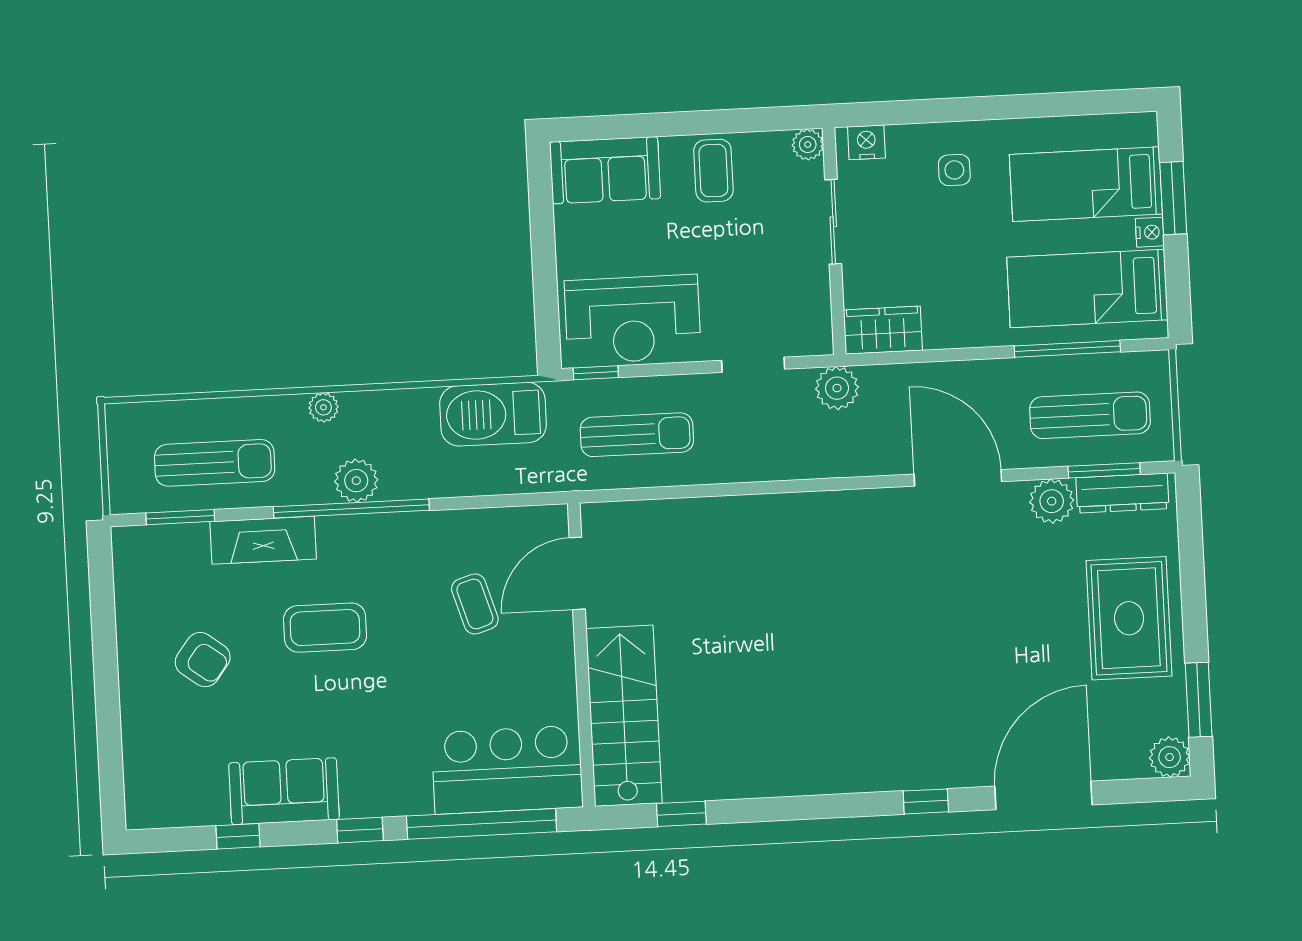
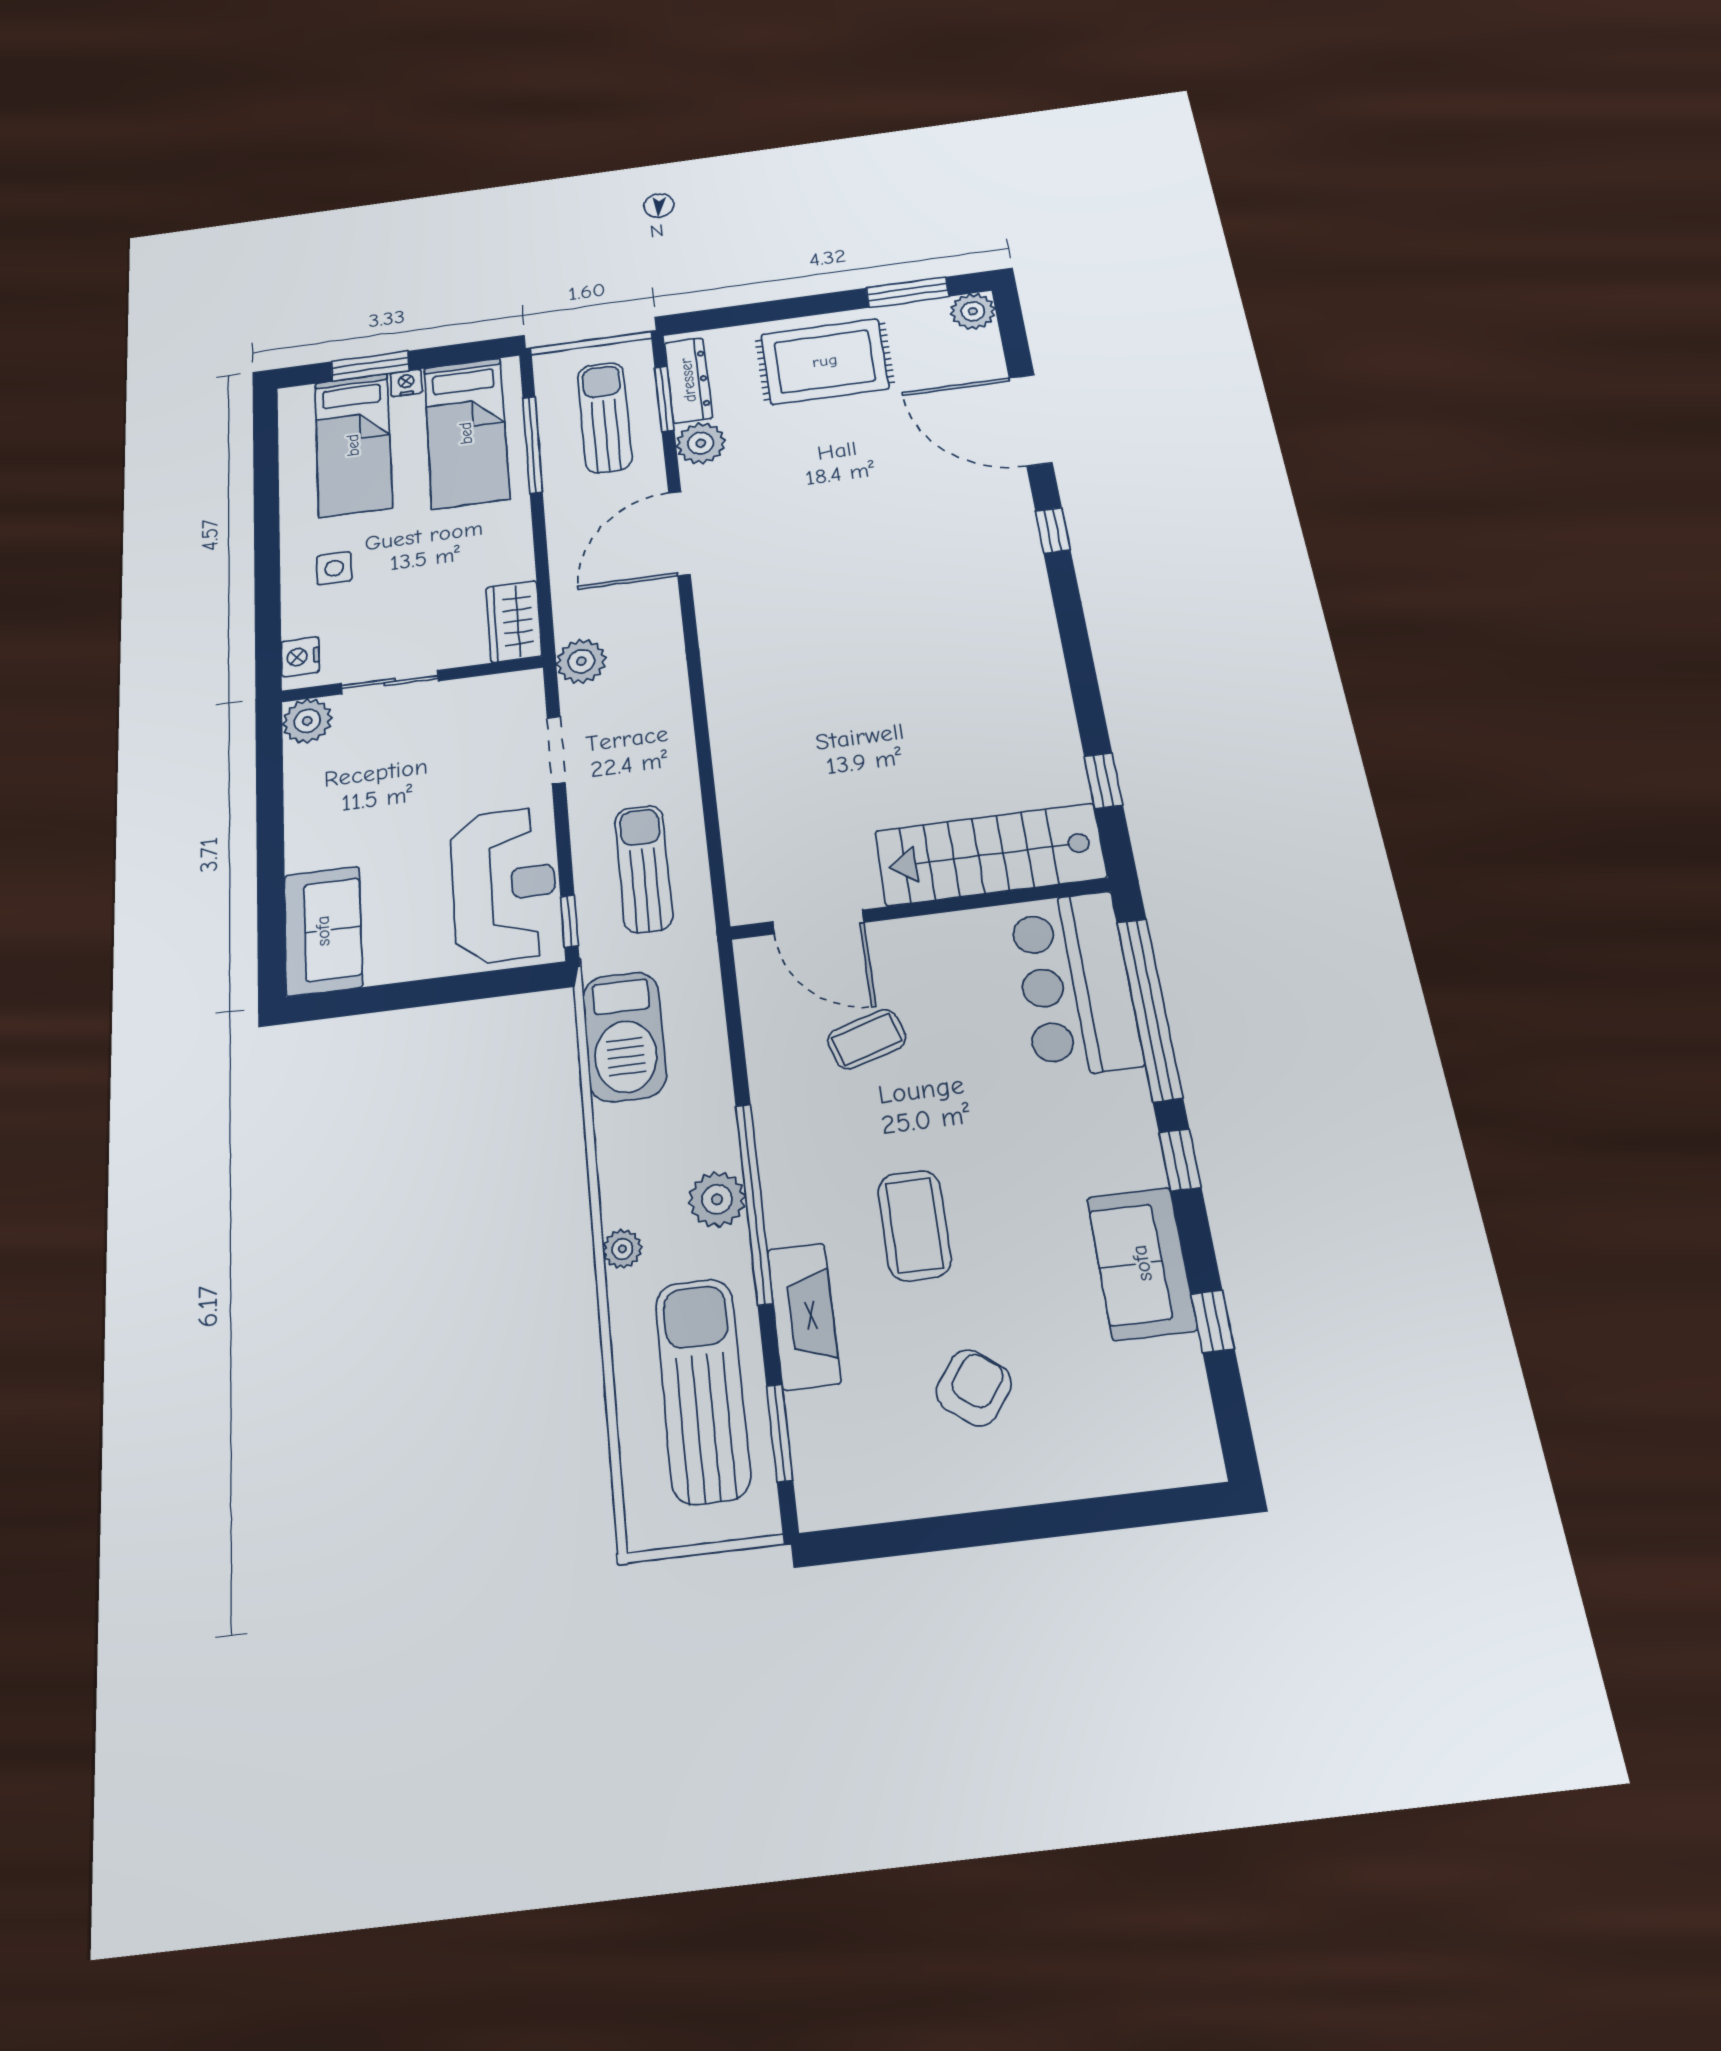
plant: (808, 144) -> (307, 721), width x1.38, depth x1.38
coffee table: (713, 171) -> (327, 812), removed
sun lounger: (215, 463) -> (703, 1390), width x1.36, depth x1.34

